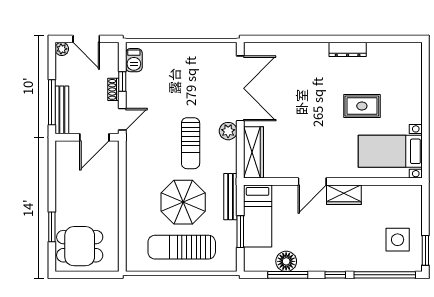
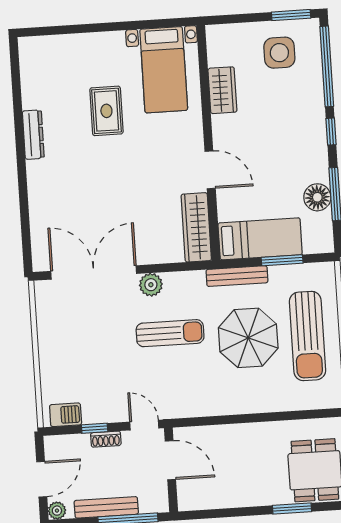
bench: (62, 110) -> (106, 507), moved
wardrobe: (253, 152) -> (196, 227), moved, turned -90
wardrobe: (344, 195) -> (222, 90), moved

